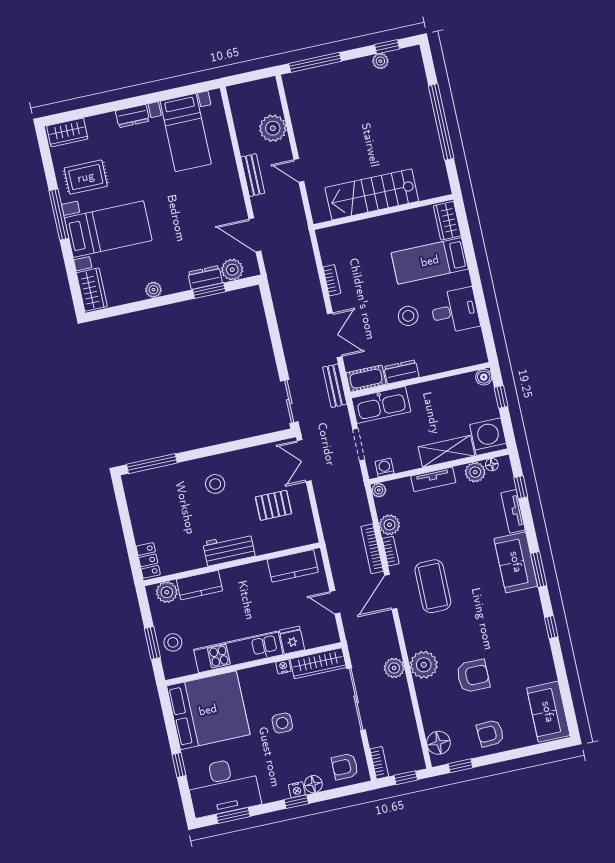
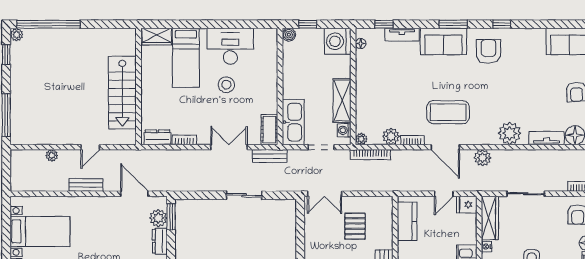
plant: (380, 61) -> (17, 35), moved
window: (441, 122) -> (48, 24), moved
plant: (273, 128) -> (52, 155), width x0.53, depth x0.53
door: (255, 235) -> (134, 194), swing flipped
window: (209, 291) -> (171, 217), moved
desk: (455, 311) -> (230, 46), width x1.37
dresser: (401, 372) -> (157, 137), moved, turned 90
sliding door: (289, 402) -> (244, 195), moved
shelving: (446, 451) -> (342, 100), moved
plant: (475, 472) -> (364, 58), removed
tv unit: (433, 479) -> (547, 138), moved, turned -90
bookcase: (372, 549) -> (370, 155), moved
fridge: (292, 640) -> (467, 205), moved
plant: (394, 668) -> (482, 158), moved
armchair: (473, 676) -> (488, 51), moved
sliding door: (356, 699) -> (526, 194), width x0.73

